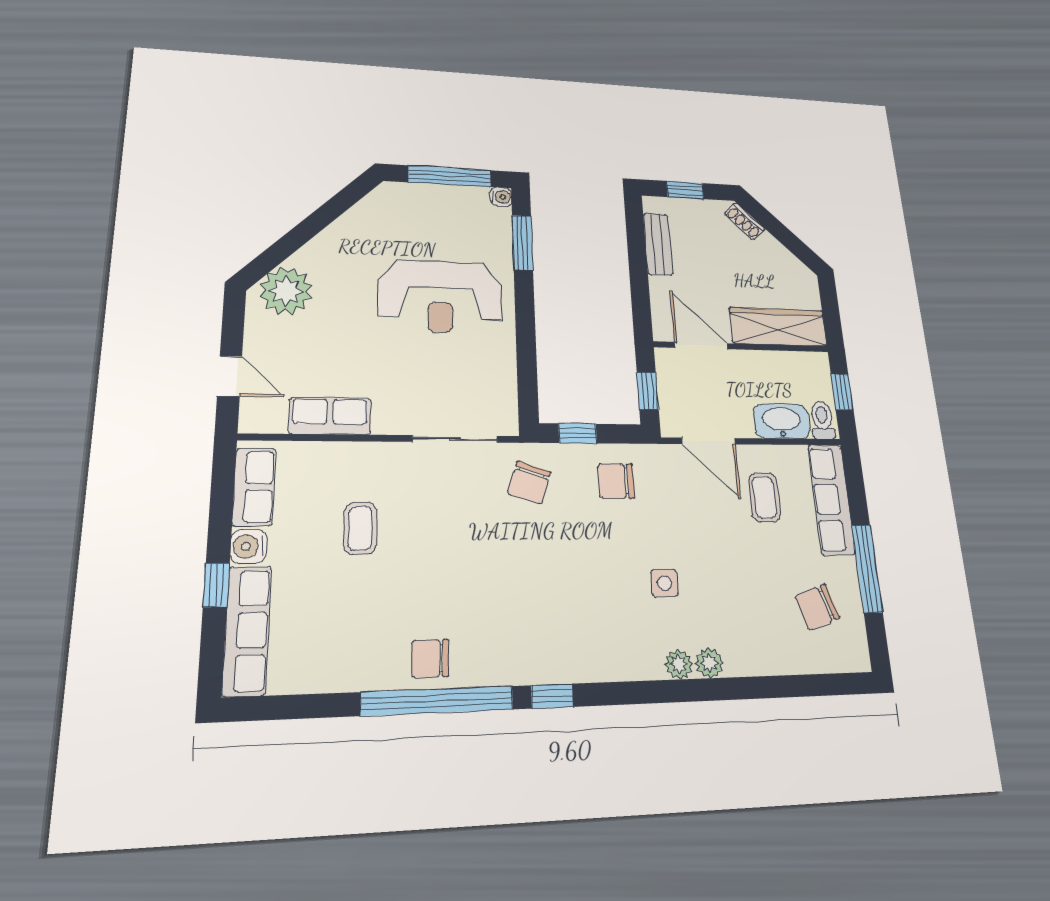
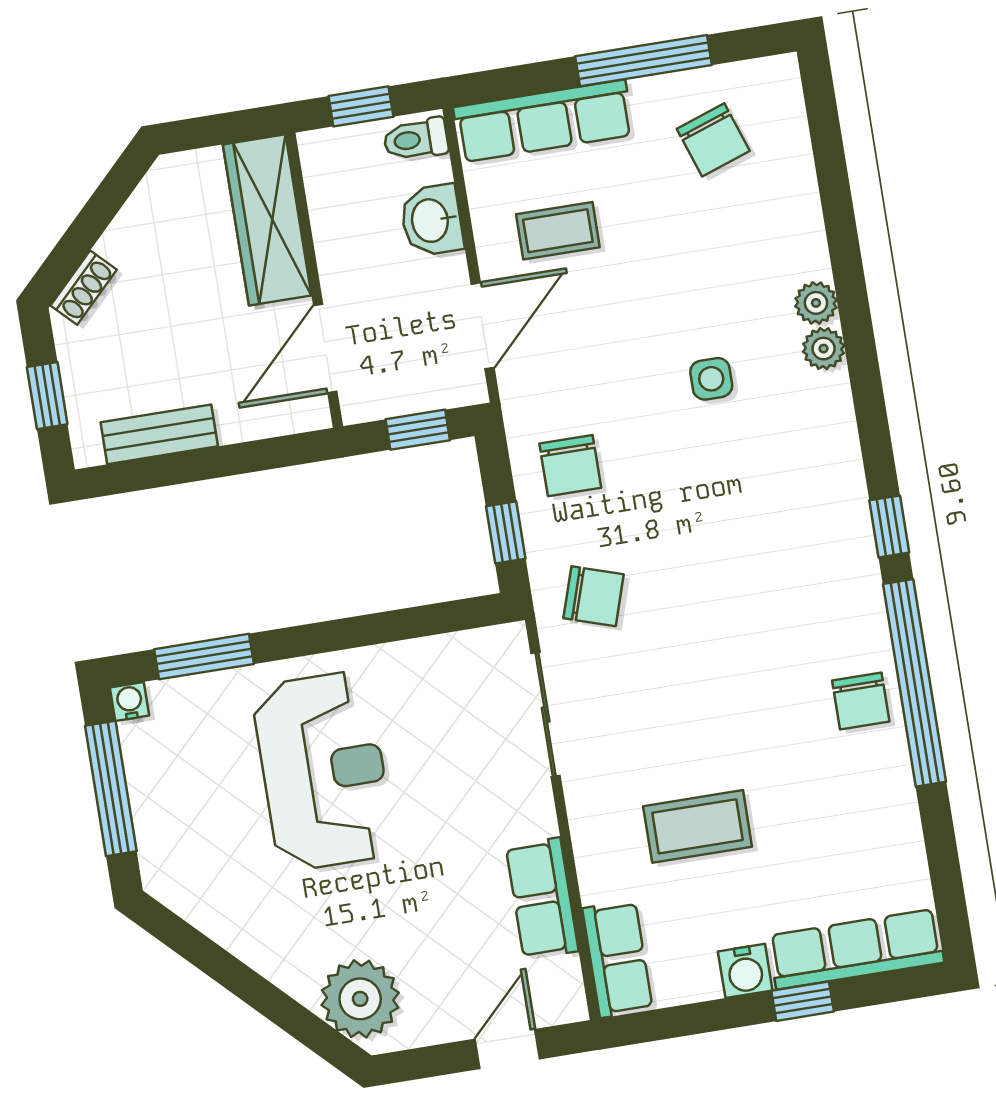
washbasin: (782, 421) -> (432, 220), width x0.72
row of seats: (254, 487) -> (617, 959), moved, turned 90
coffee table: (360, 528) -> (698, 826), width x1.36, depth x1.30

